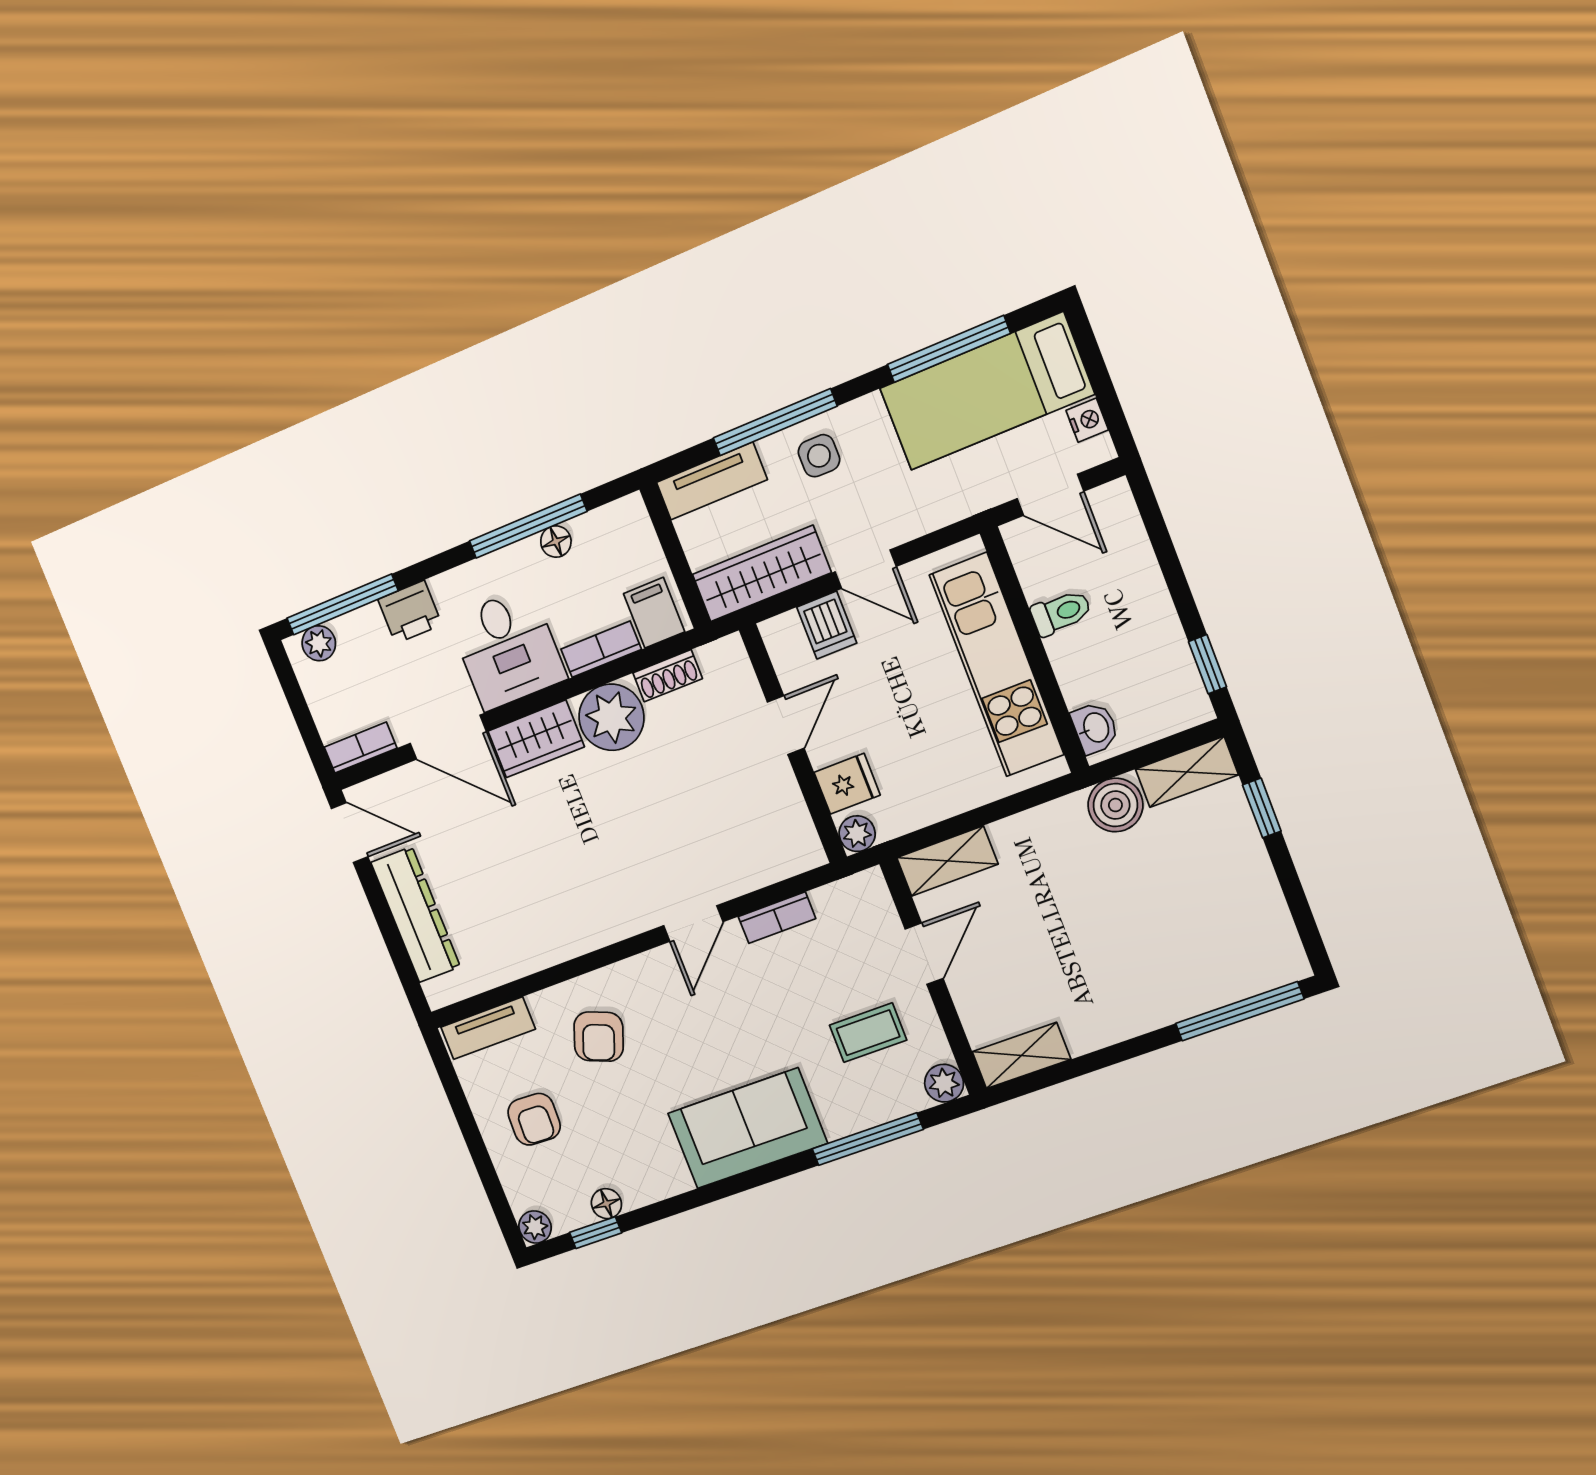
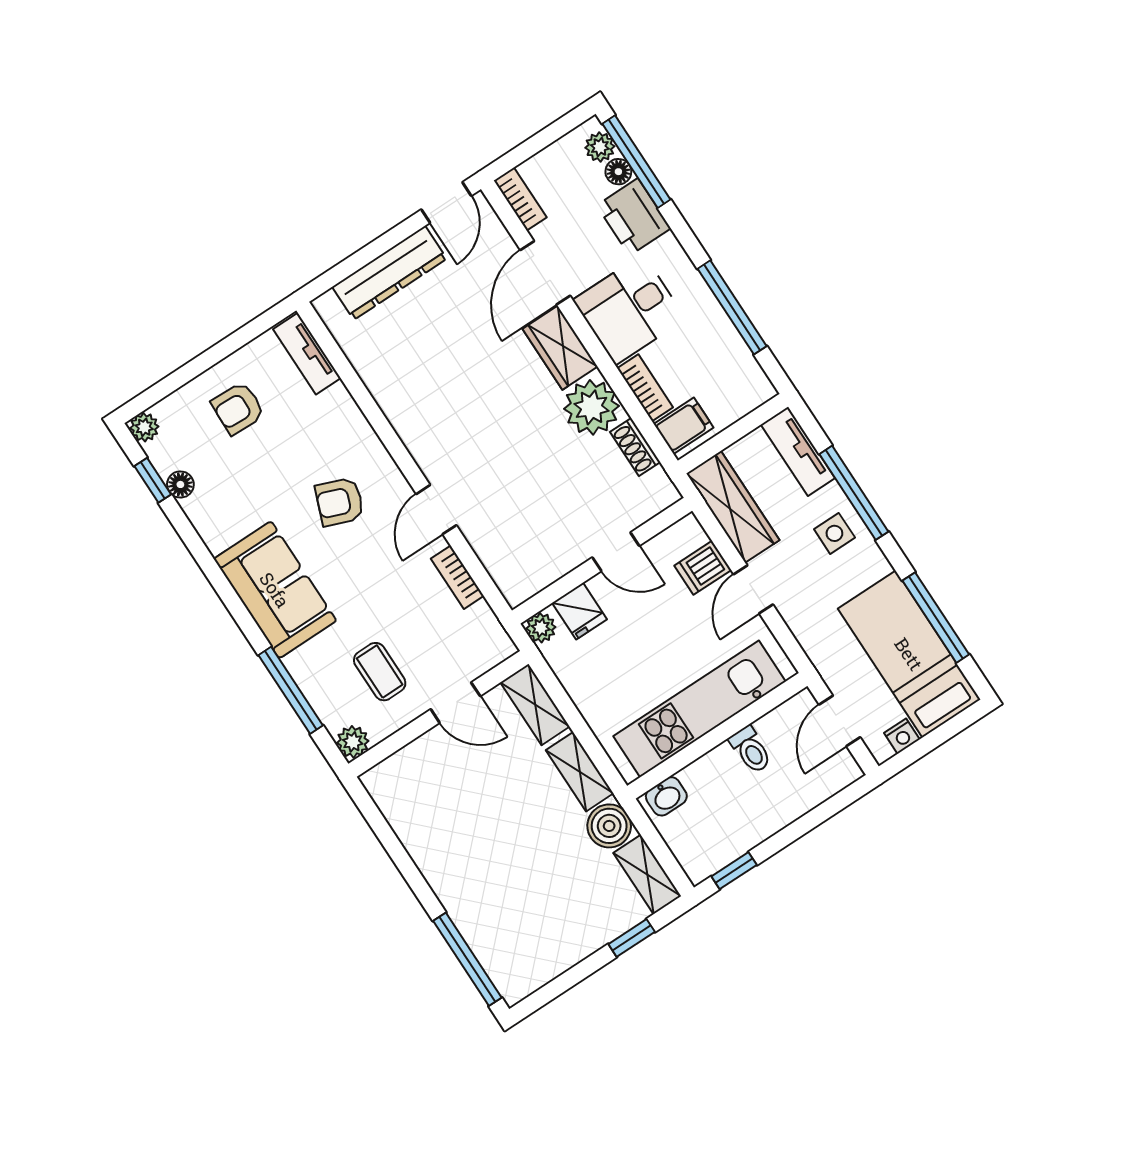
floor lamp: (556, 542) -> (618, 172), moved
printer: (410, 612) -> (634, 217), width x1.36, depth x1.24
door: (693, 924) -> (436, 510), hinge flipped
armchair: (599, 1037) -> (340, 502), moved
shelving: (1021, 1056) -> (580, 772), moved

